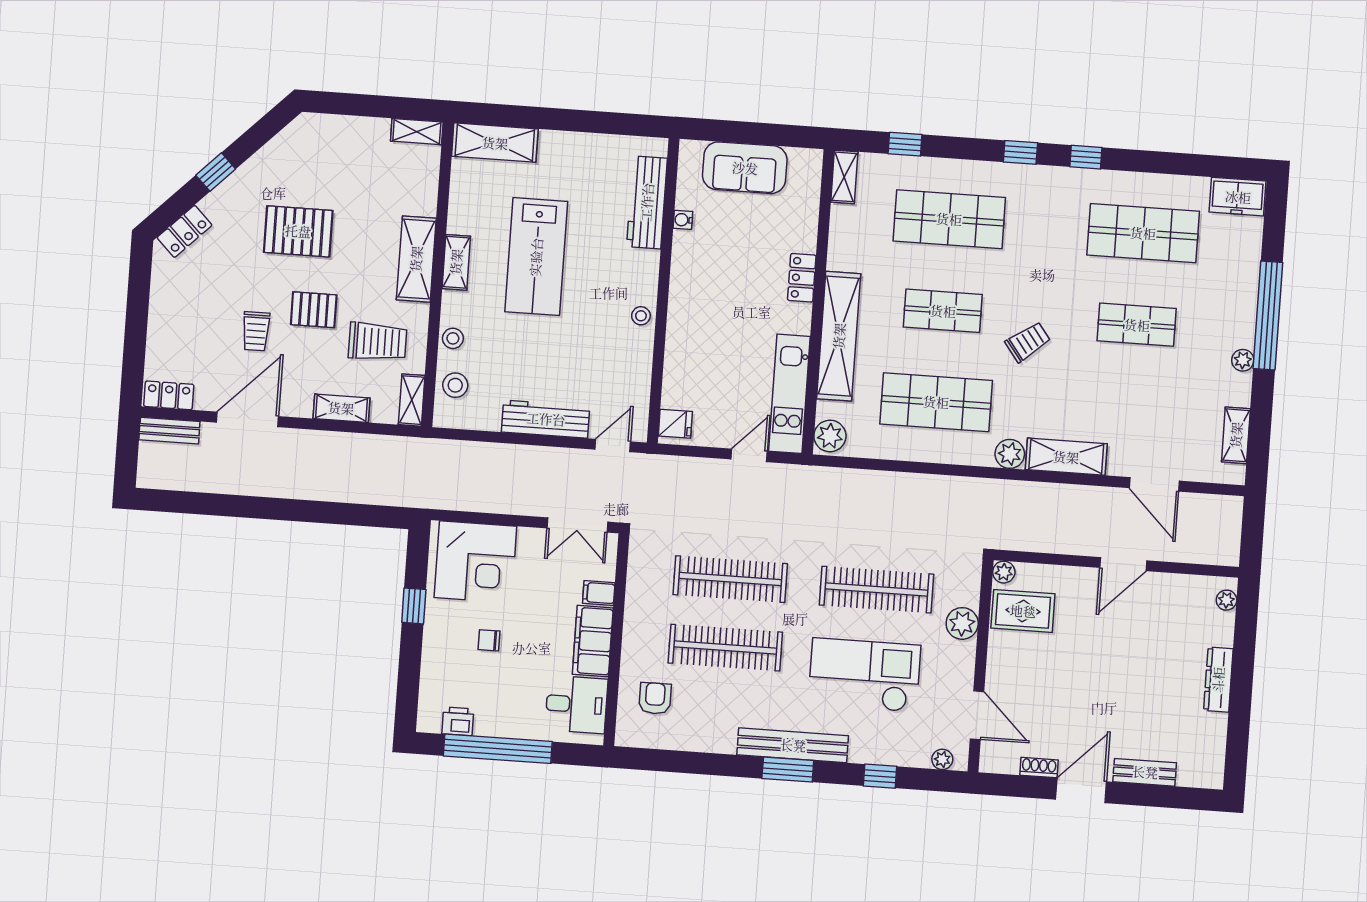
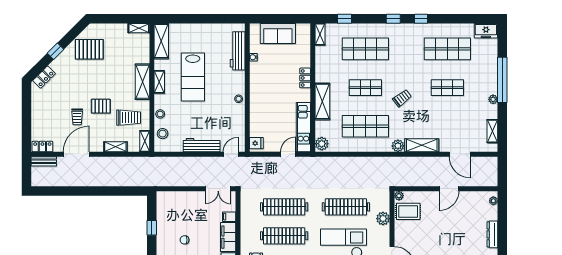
shelving: (495, 143) -> (161, 41), moved, turned 90
pallet: (298, 231) -> (89, 49), moved
shelving: (839, 336) -> (322, 101), width x0.68
corner desk: (475, 562) -> (176, 207), removed

